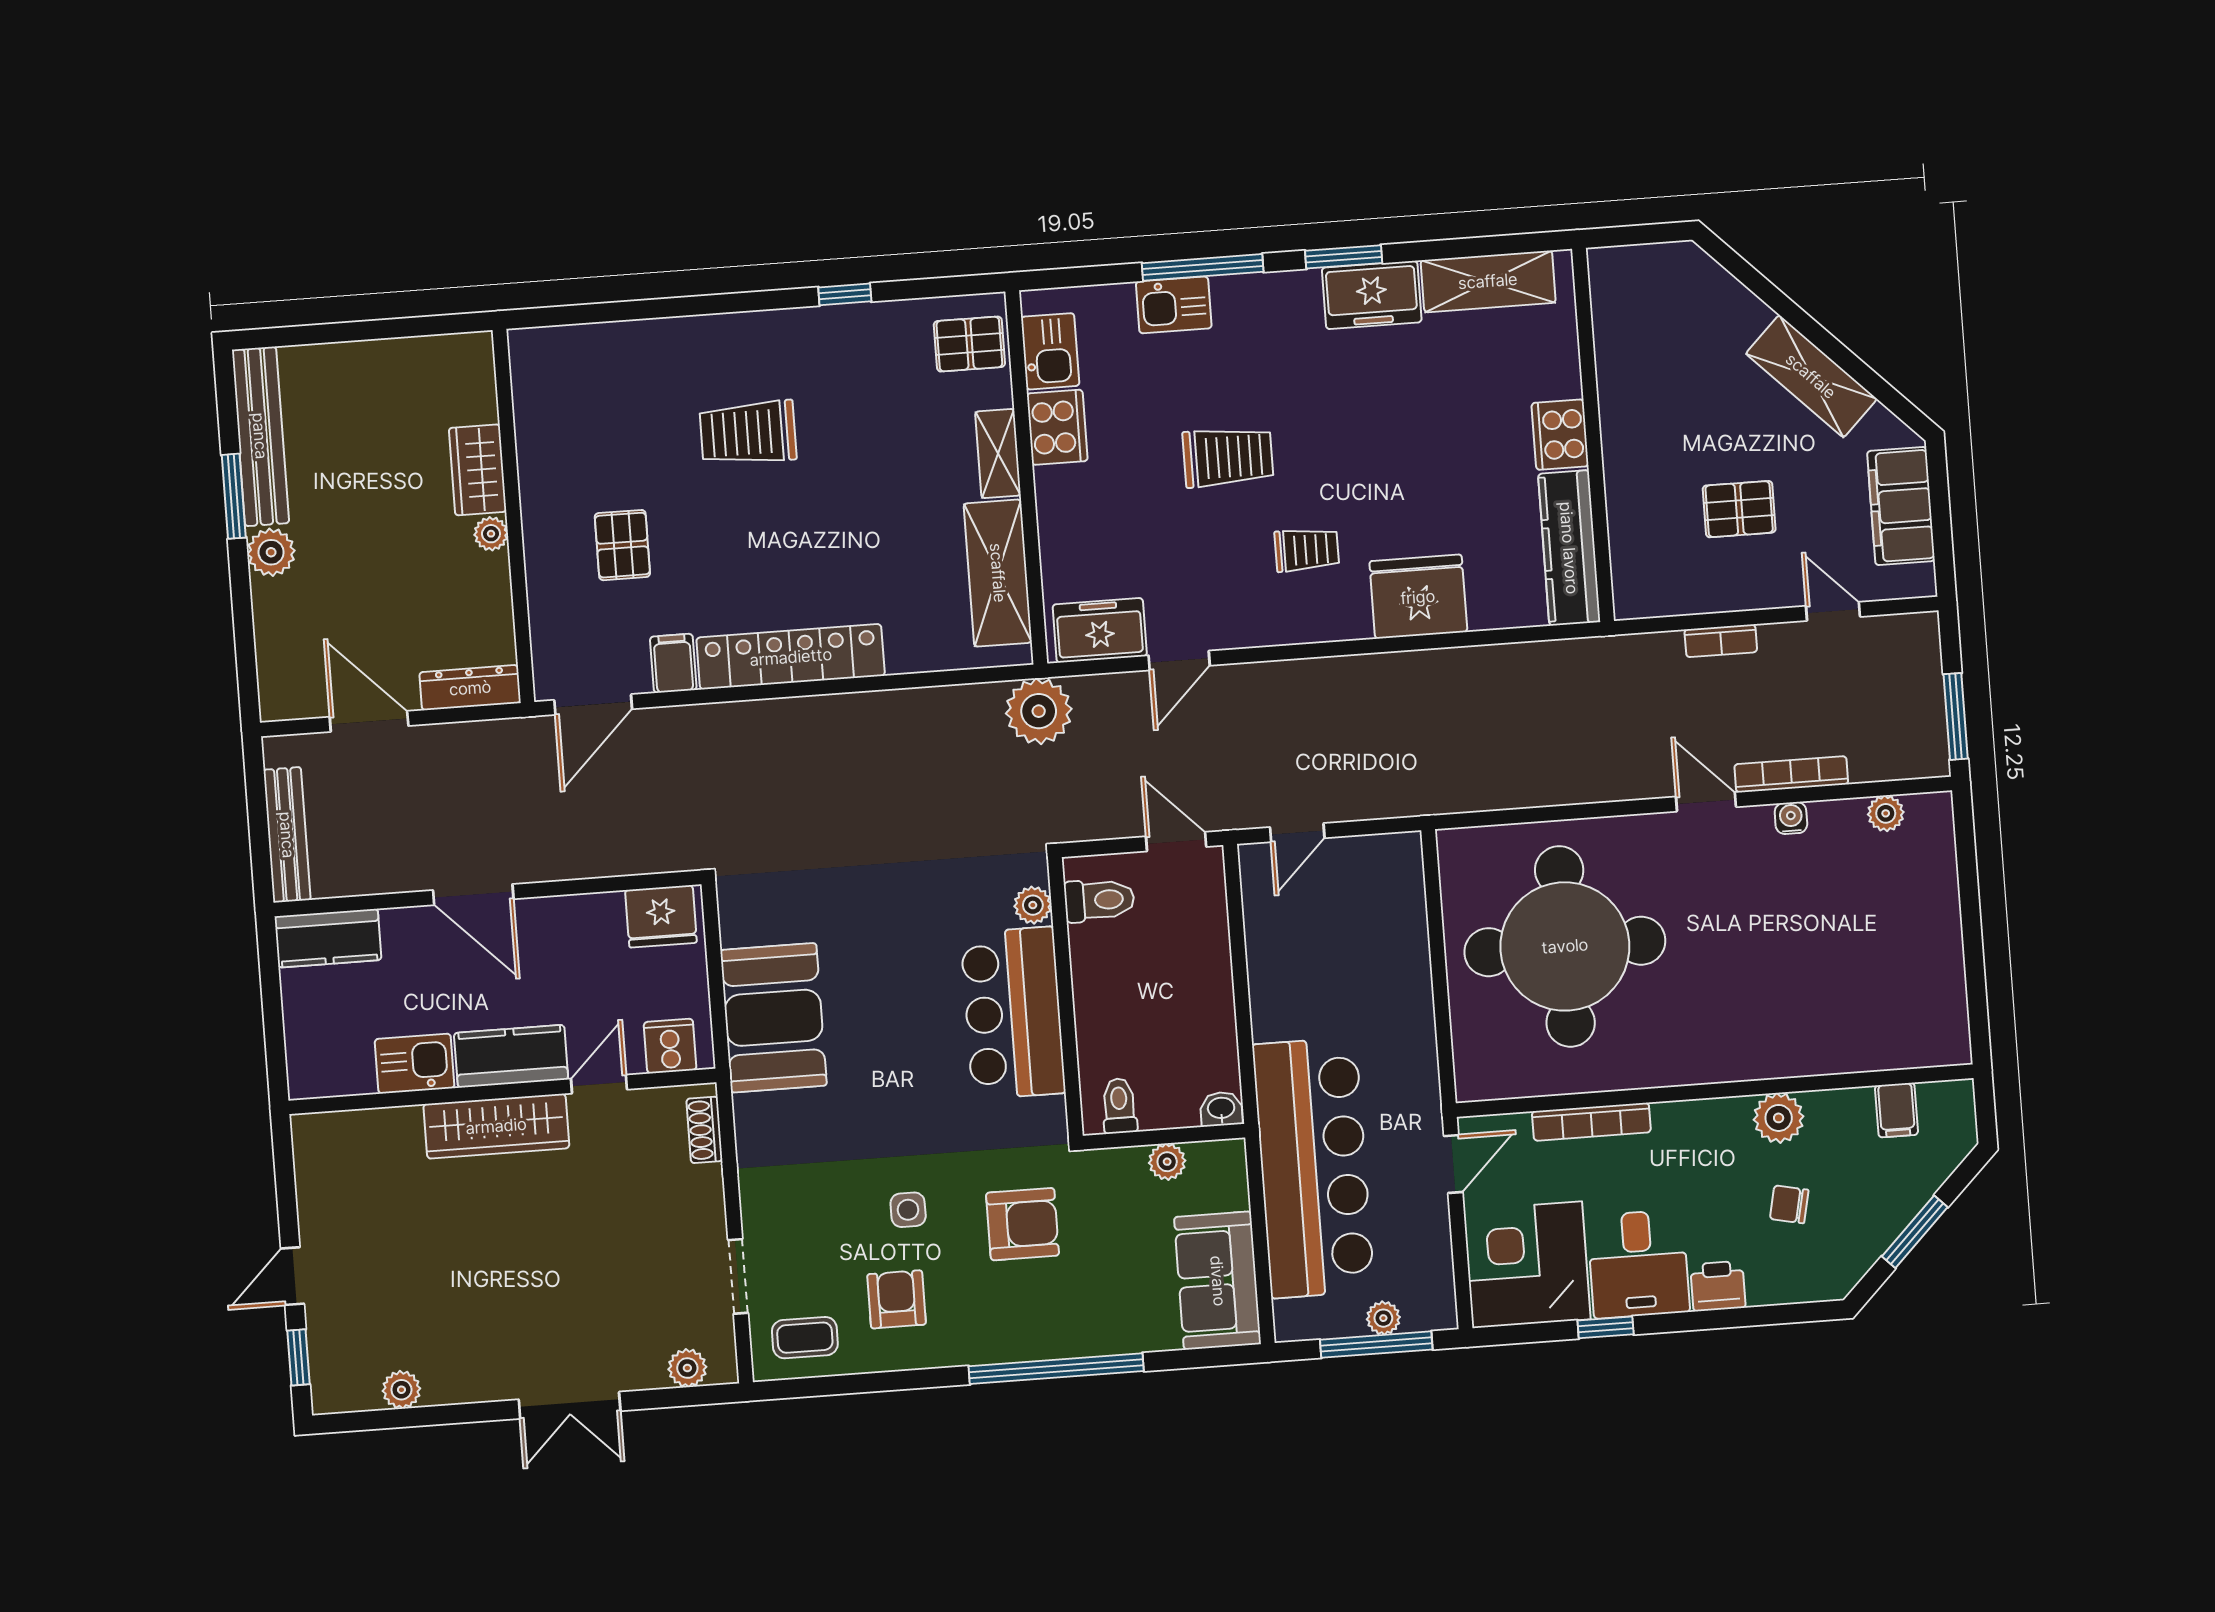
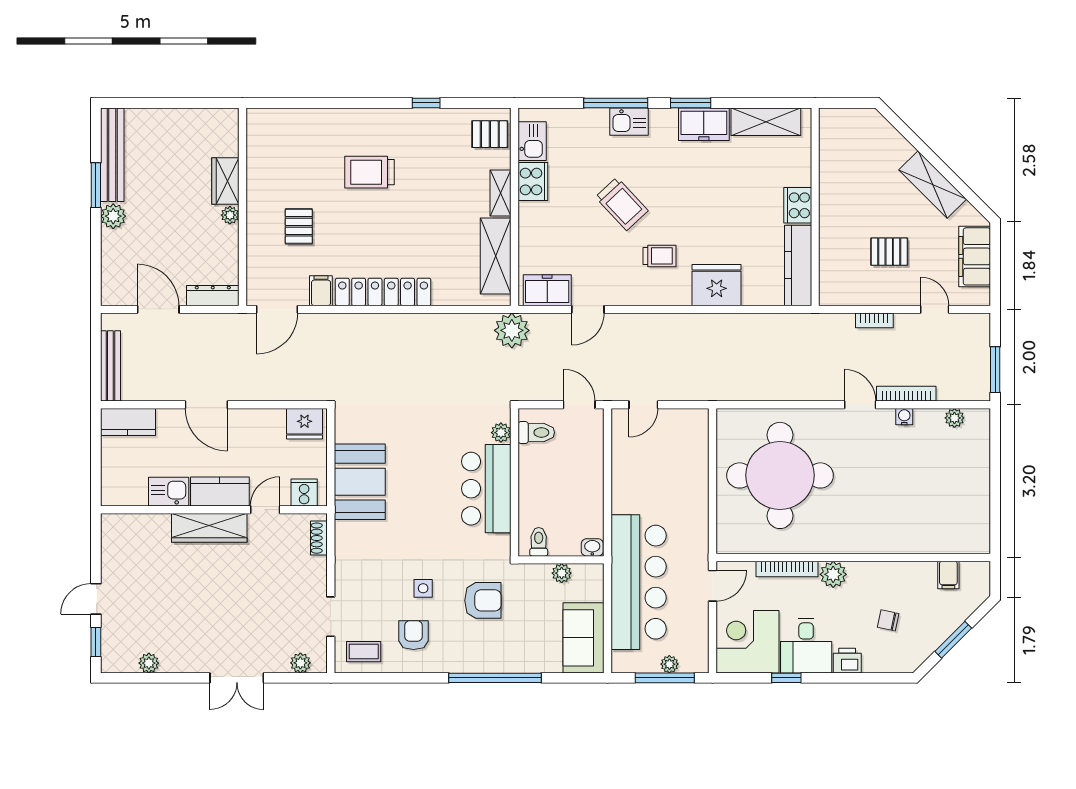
kitchen sink: (1174, 305) -> (629, 122), moved
trolley: (1228, 457) -> (622, 204), turned 47
plant: (1779, 1118) -> (833, 574), moved

